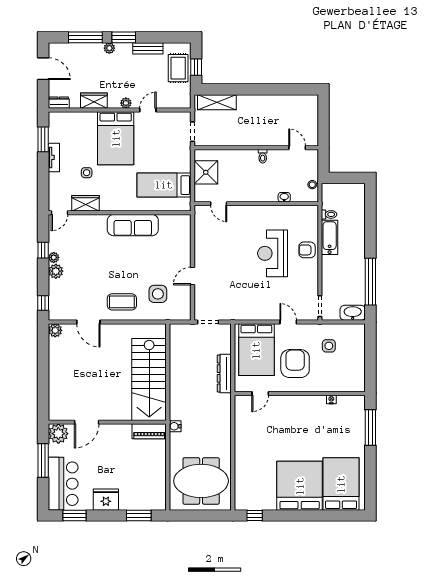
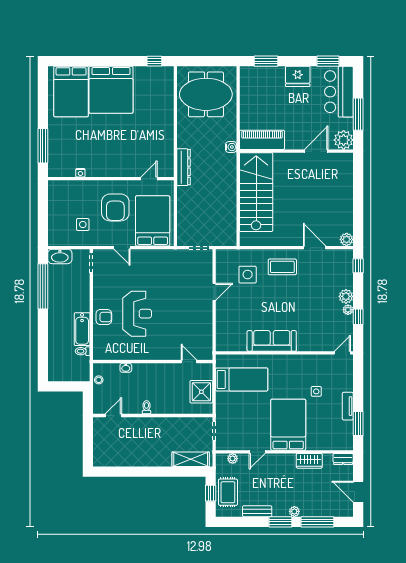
plant: (126, 103) -> (233, 459), moved
door: (297, 148) -> (113, 415), swing flipped
wardrobe: (86, 203) -> (317, 362), removed
dresser: (224, 373) -> (184, 167), moved
piano: (149, 431) -> (262, 140), width x1.37, depth x1.33

